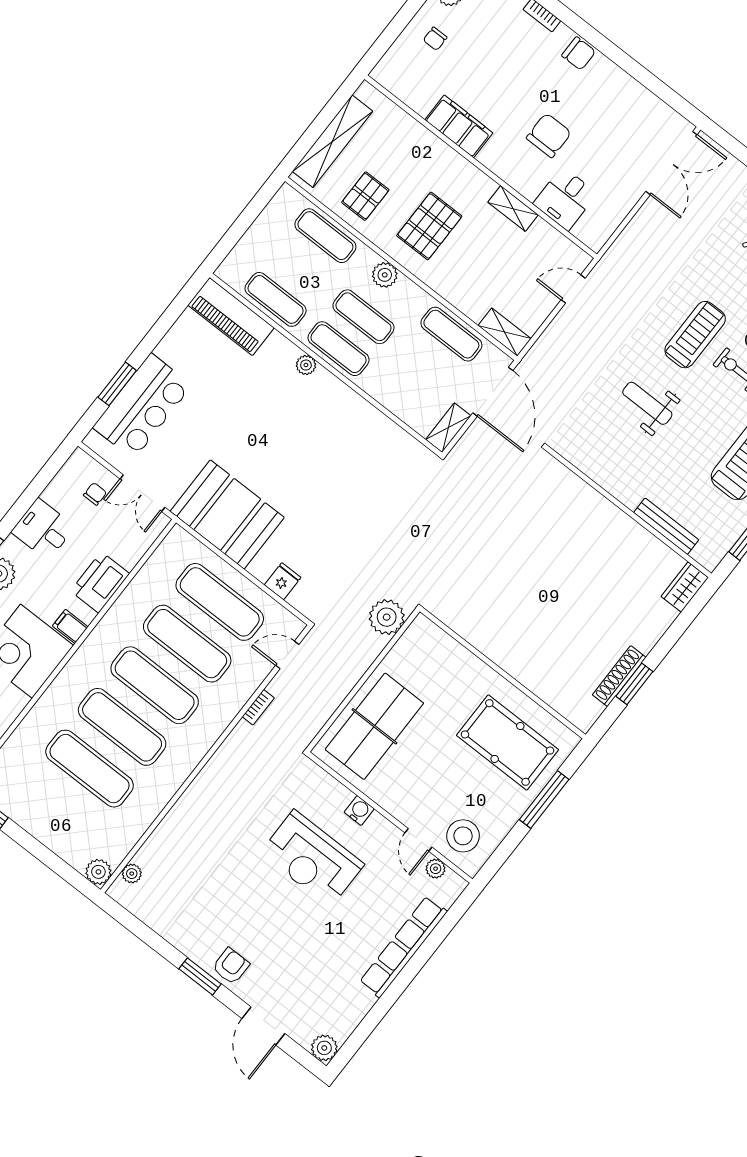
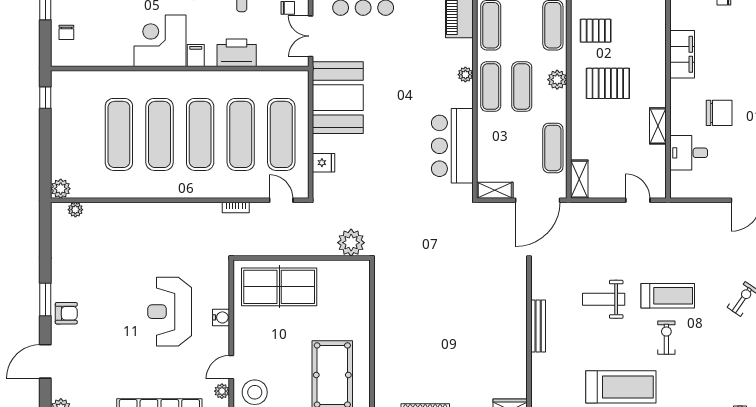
weight bench: (647, 403) -> (604, 299), turned -90
bar counter: (369, 436) -> (452, 146), added
bench: (666, 526) -> (538, 326), moved

